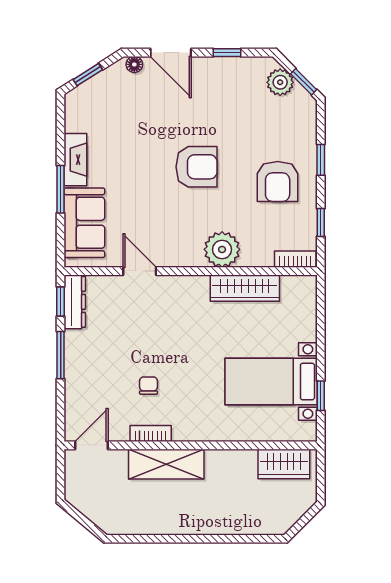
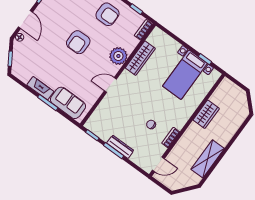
door: (171, 53) -> (25, 19), hinge flipped
armchair: (197, 167) -> (78, 42), turned 180
door: (140, 271) -> (110, 85), moved
dresser: (75, 302) -> (120, 147), moved
door: (92, 445) -> (158, 164), swing flipped
shelving: (166, 464) -> (208, 159), moved
wardrobe: (284, 464) -> (206, 114), moved

